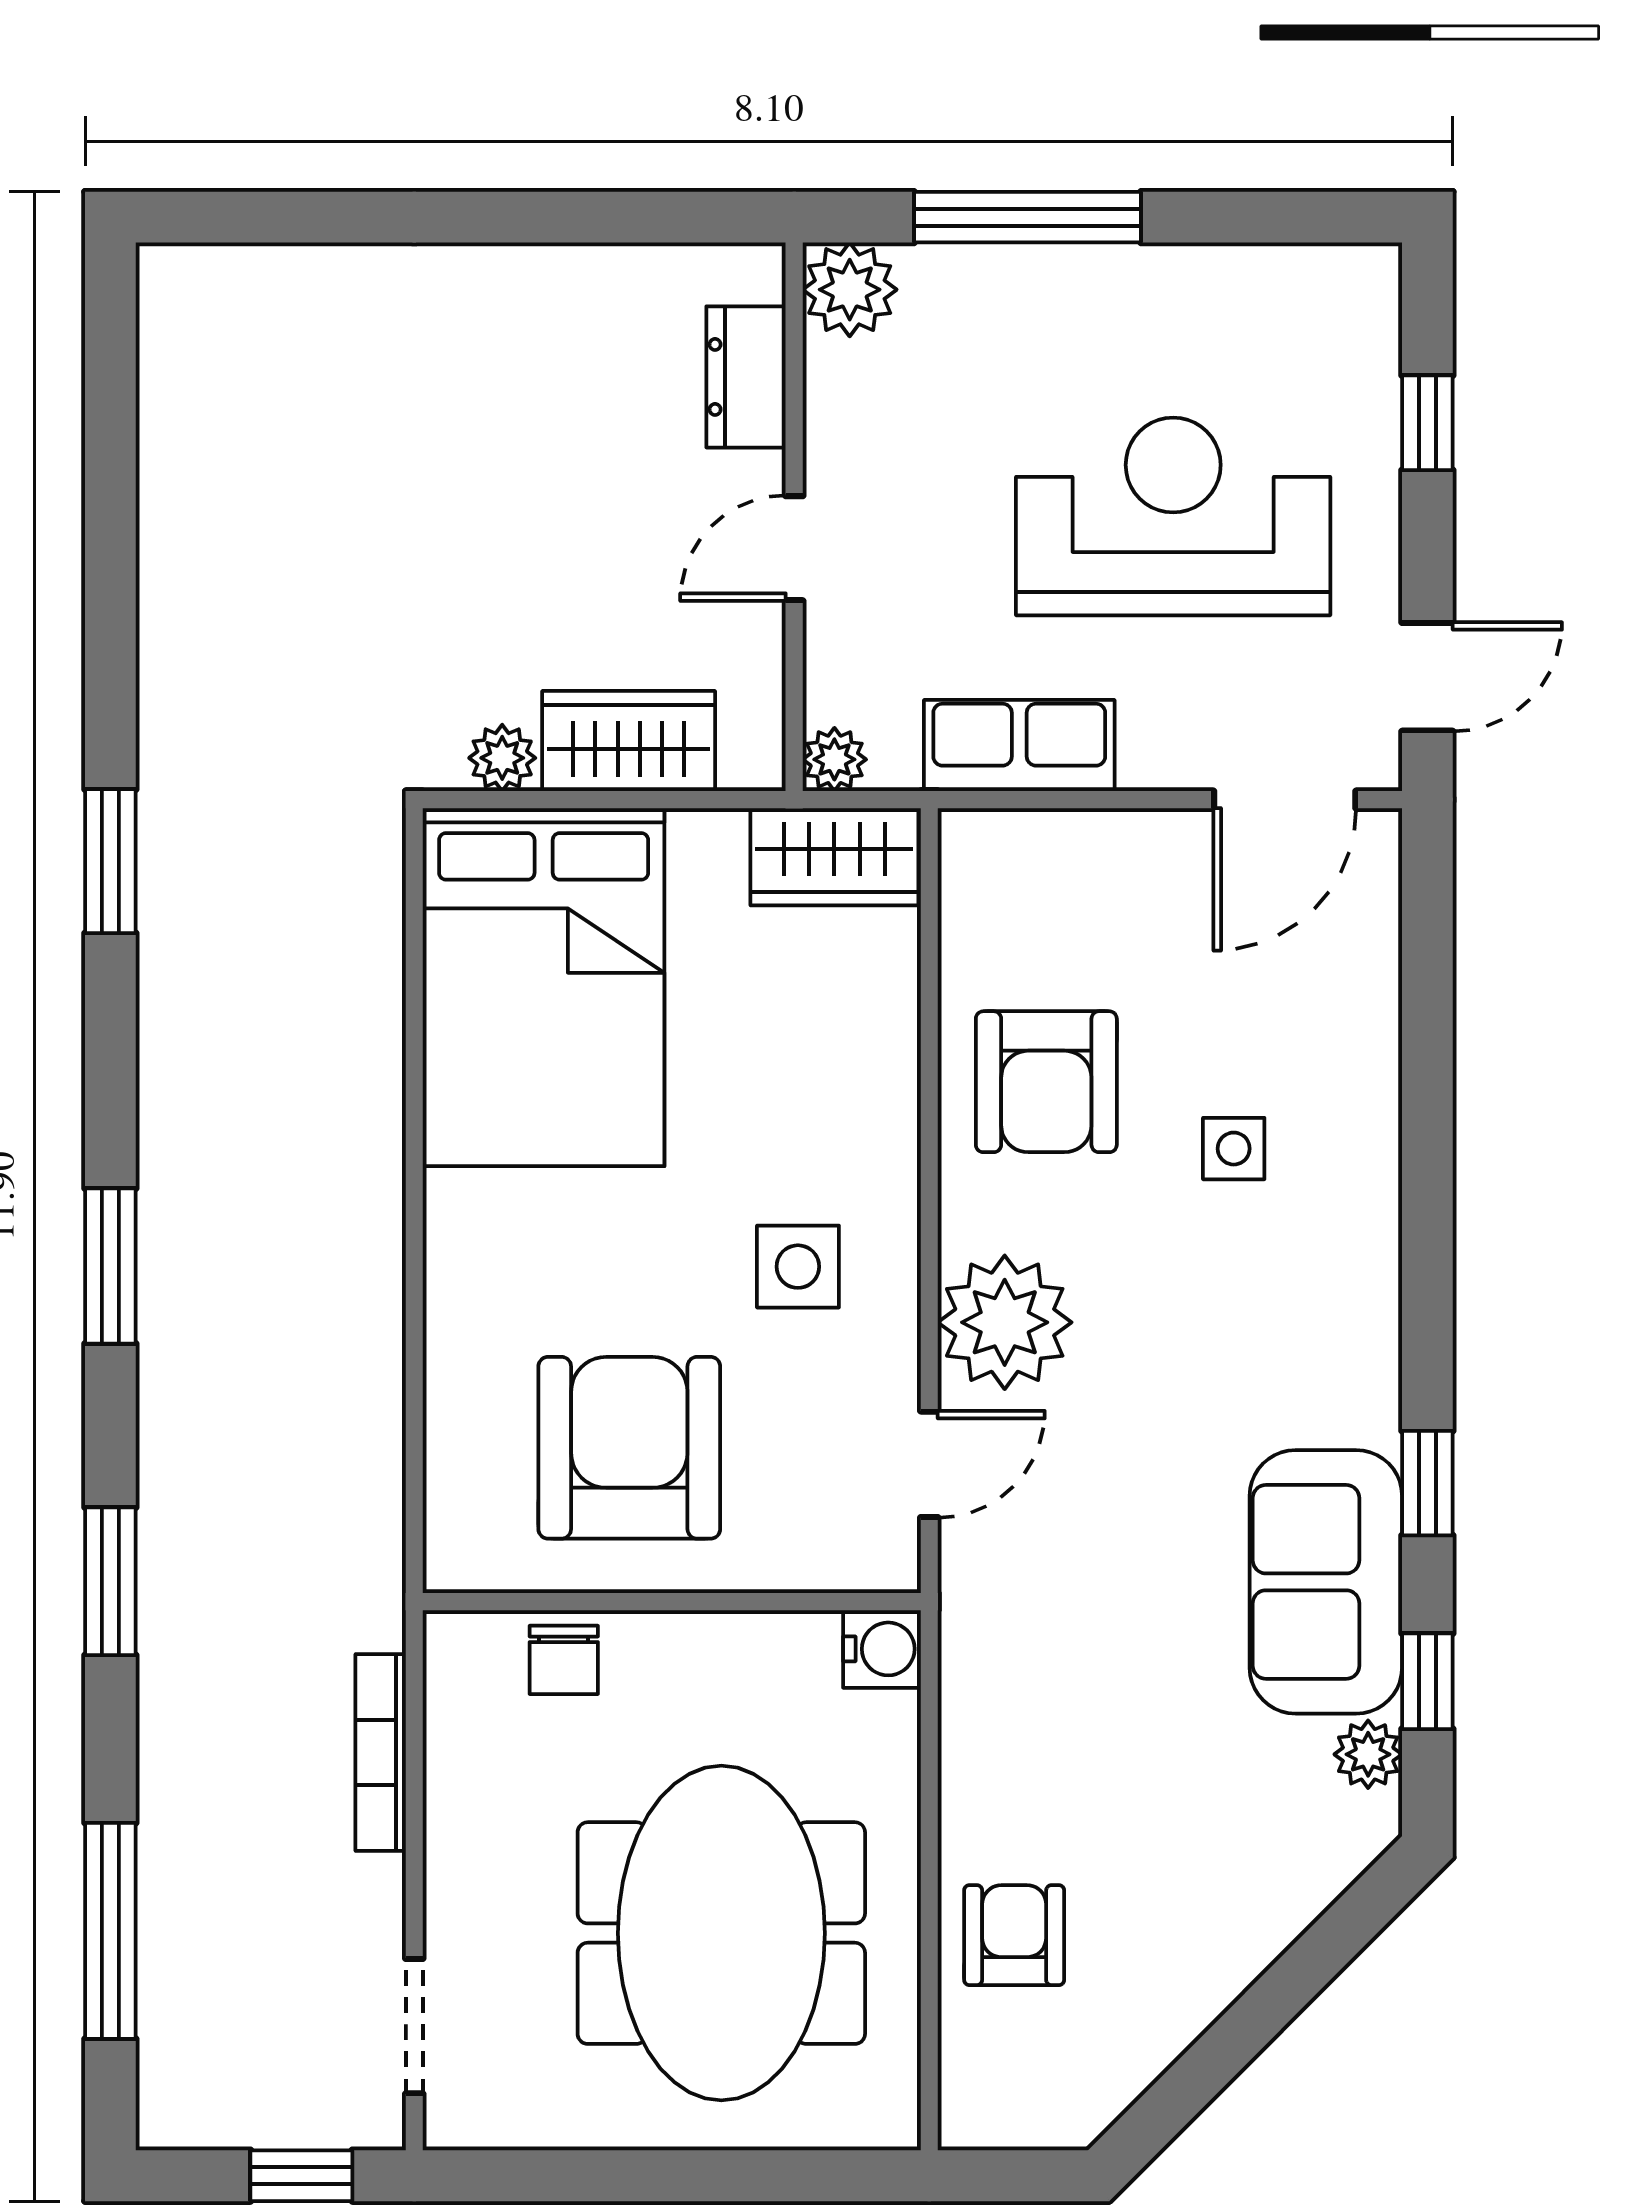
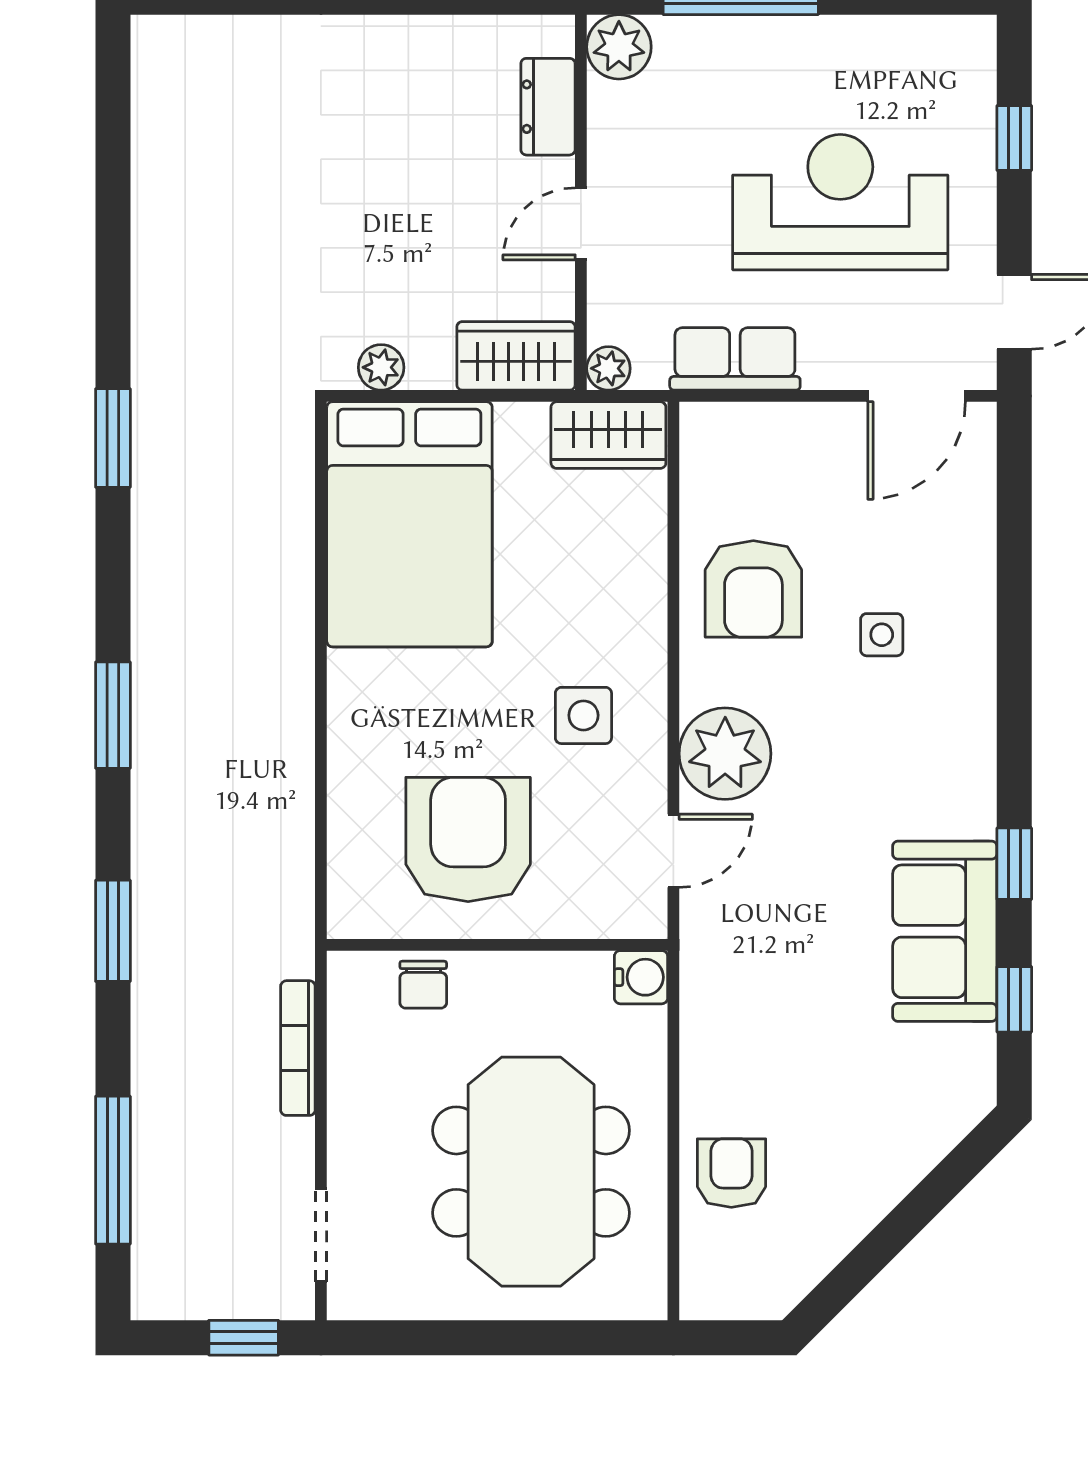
wardrobe: (629, 741) -> (516, 356), moved
plant: (1368, 1754) -> (974, 1049), removed

